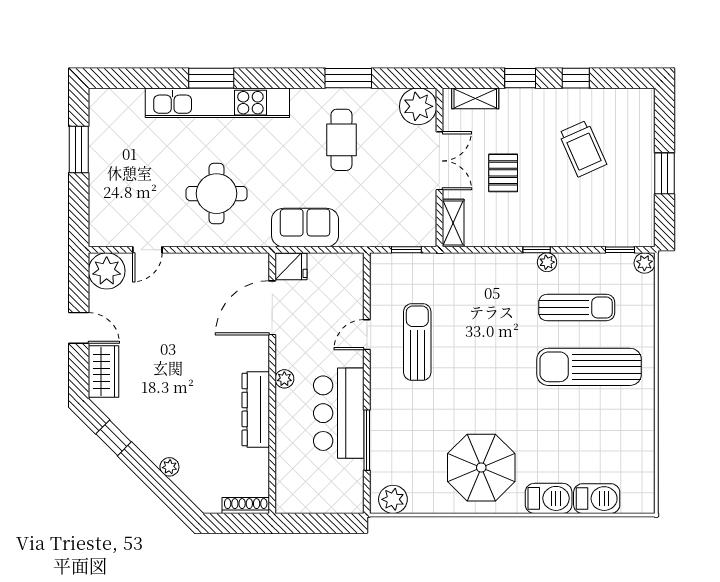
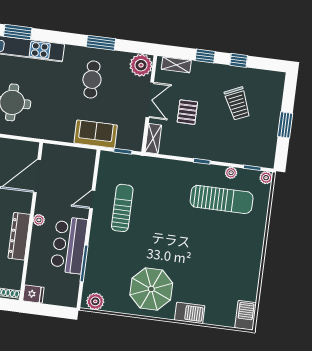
sofa: (305, 228) -> (96, 134), moved
plant: (547, 262) -> (231, 173), moved
fridge: (291, 266) -> (33, 294), moved
sun lounger: (577, 308) -> (222, 199), width x1.36, depth x1.34
sun lounger: (589, 367) -> (224, 236), removed
barbecue: (597, 499) -> (246, 315), moved, turned -90

